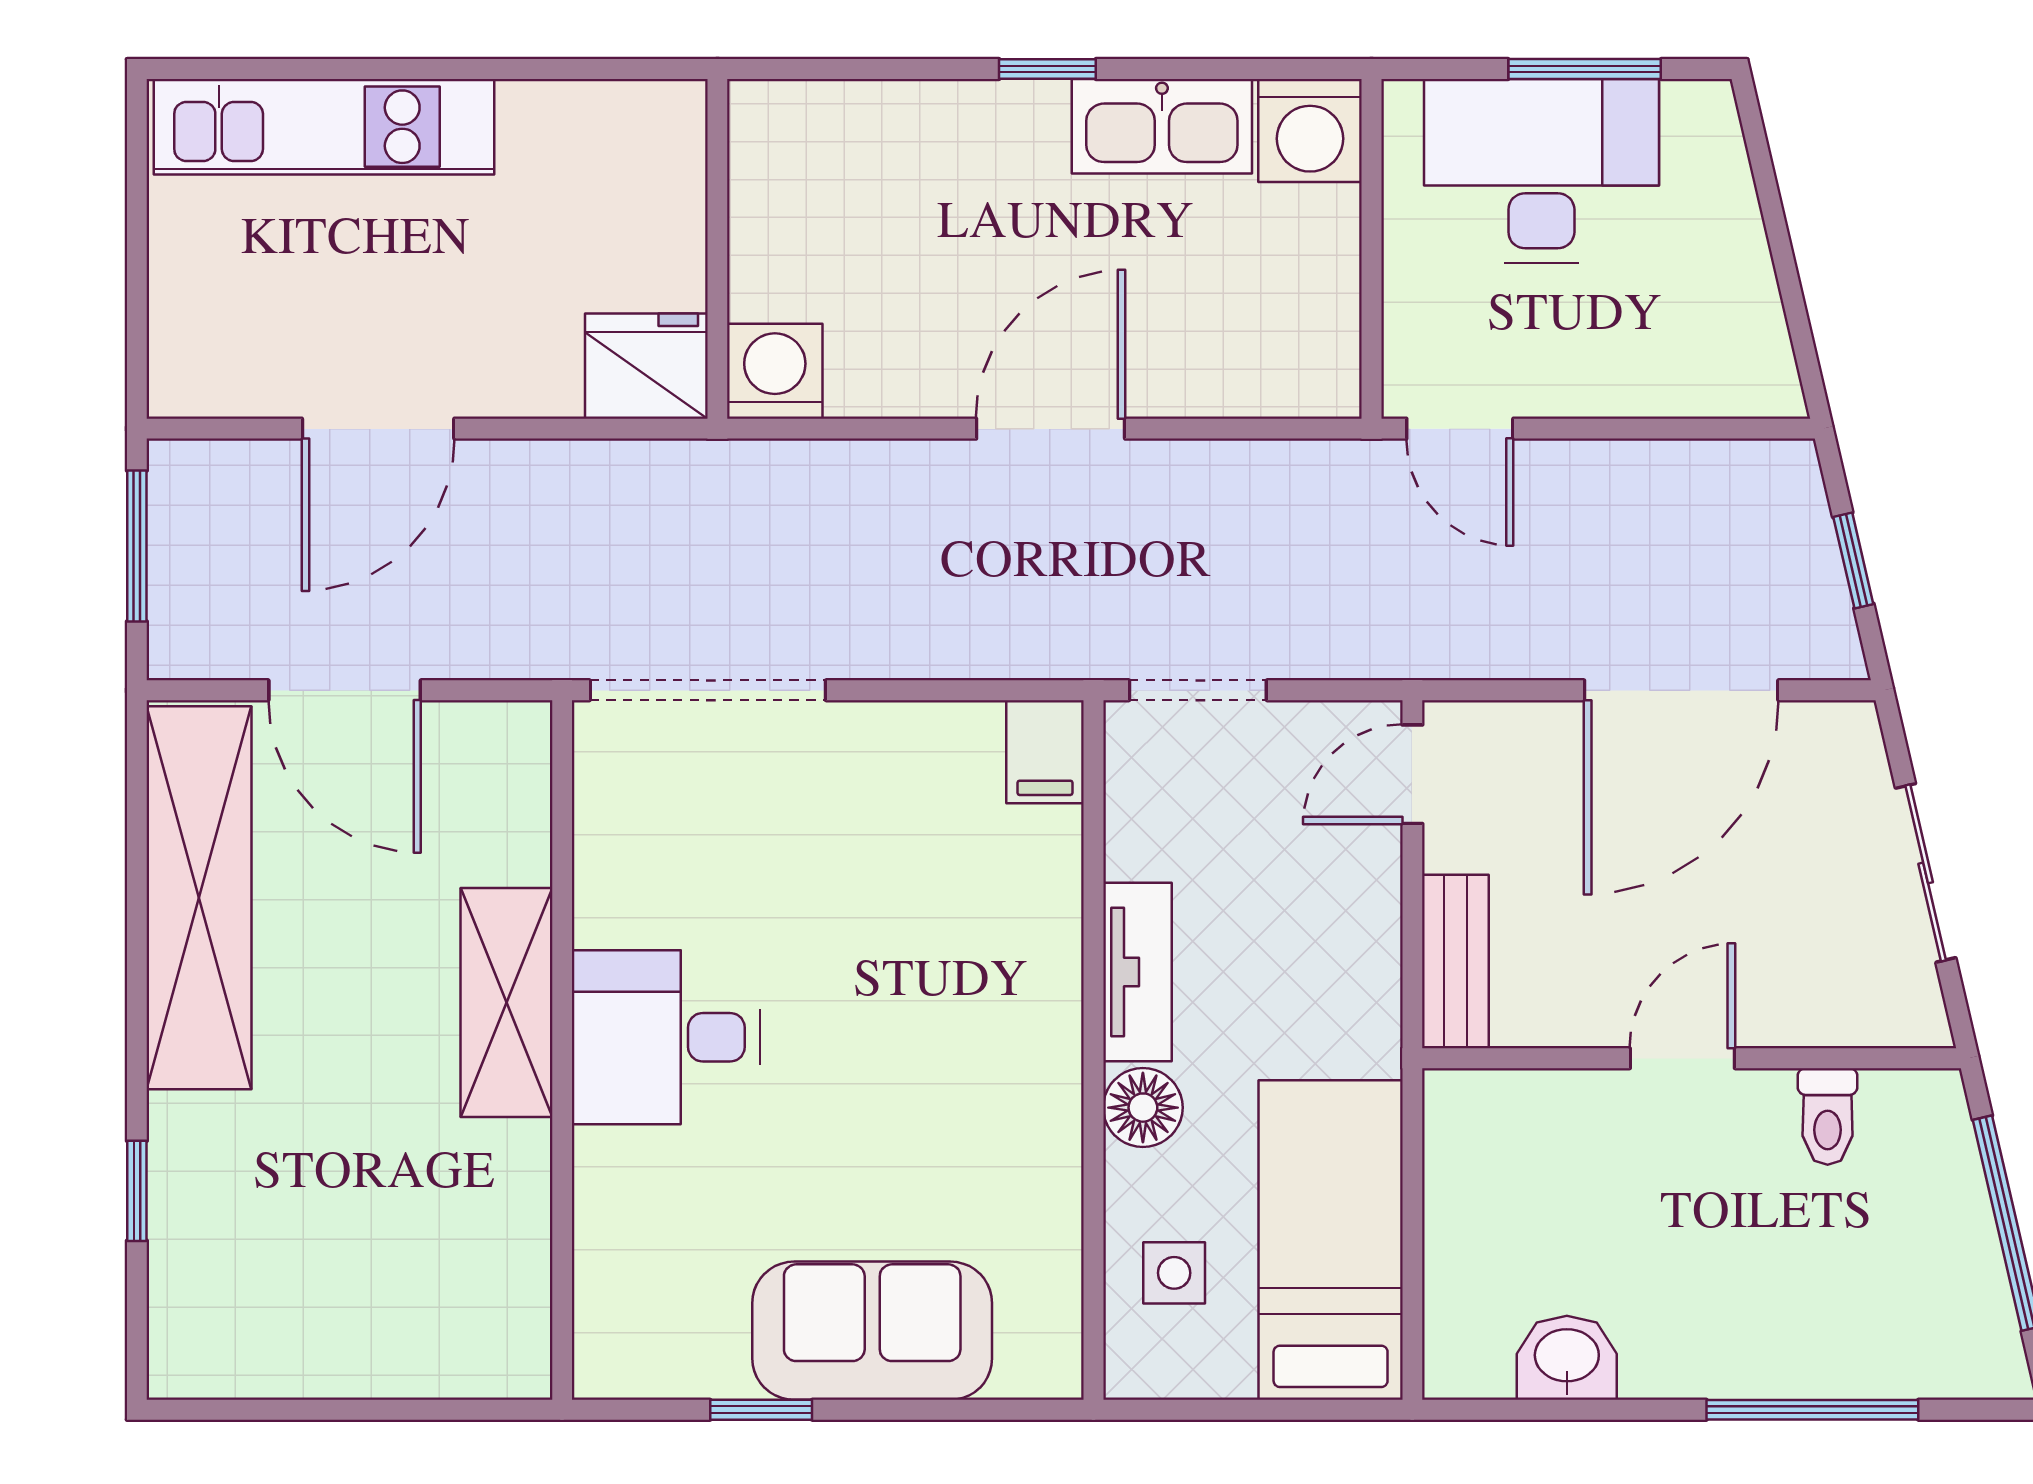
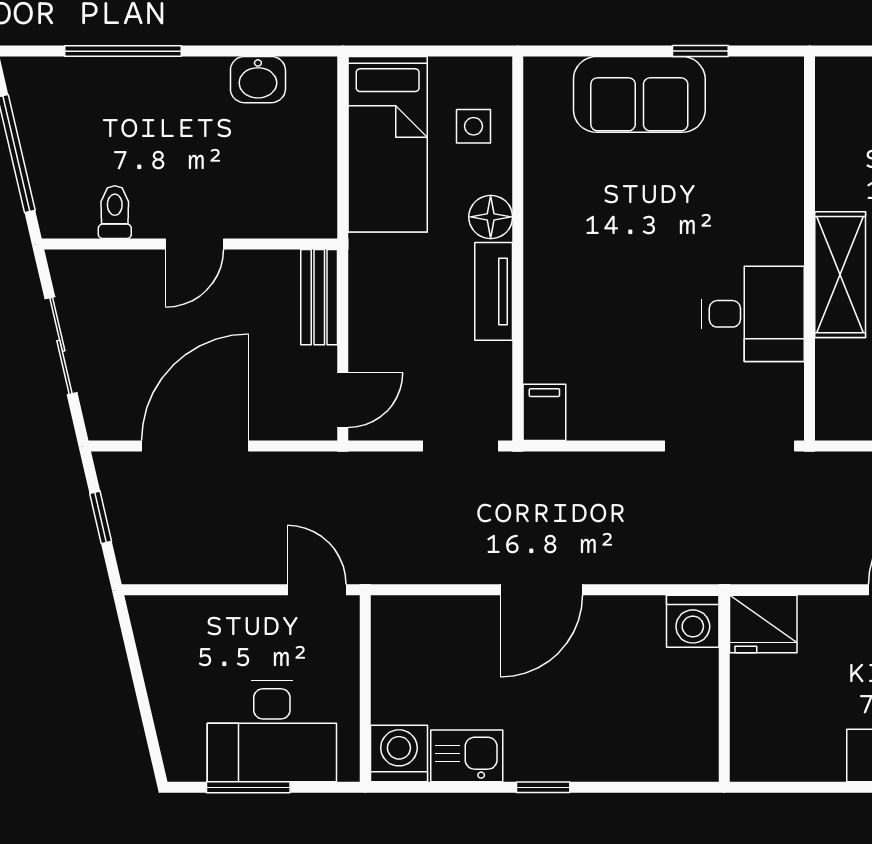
kitchen sink: (1162, 126) -> (467, 756), width x0.73
desk: (666, 1037) -> (753, 314), moved

